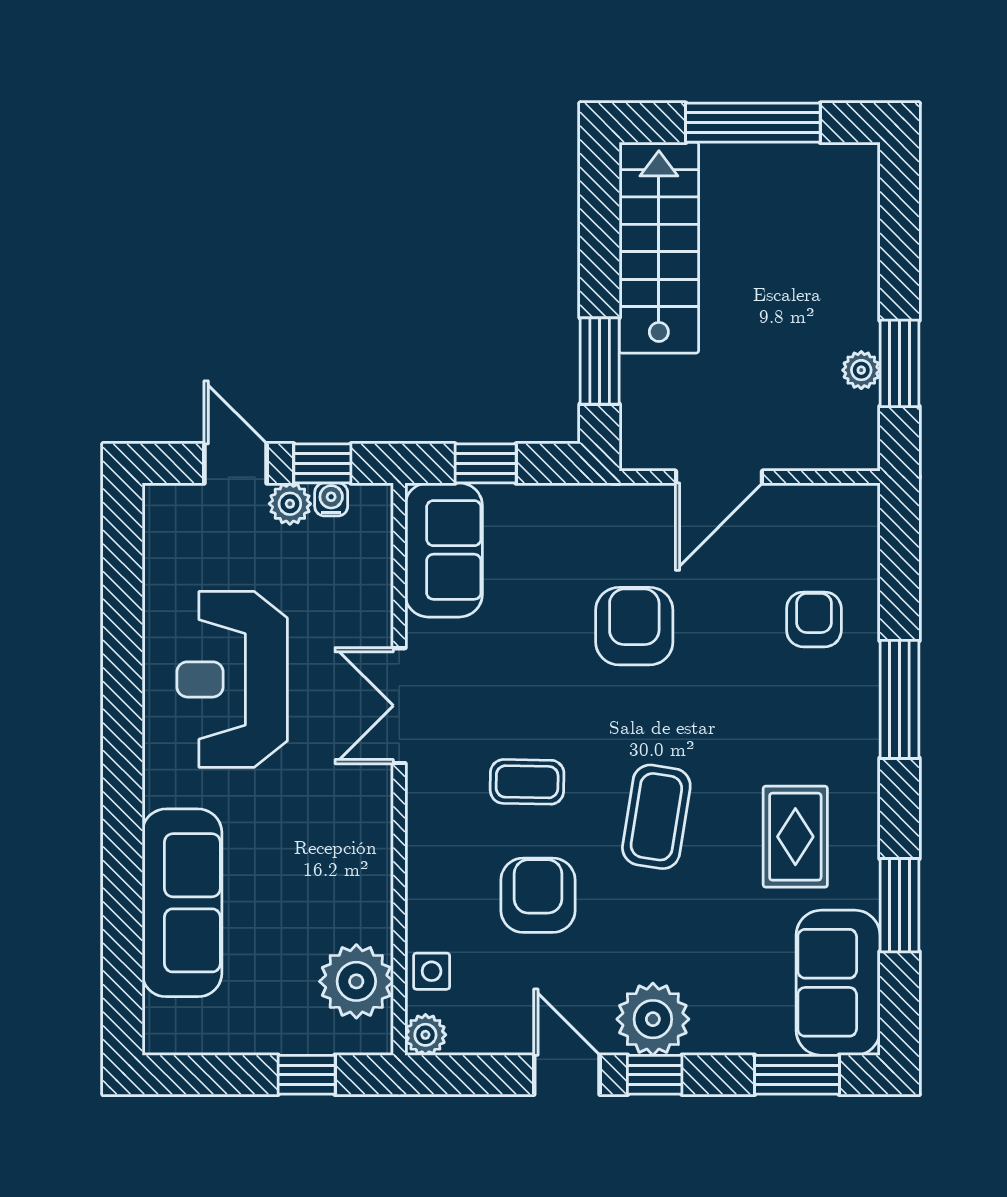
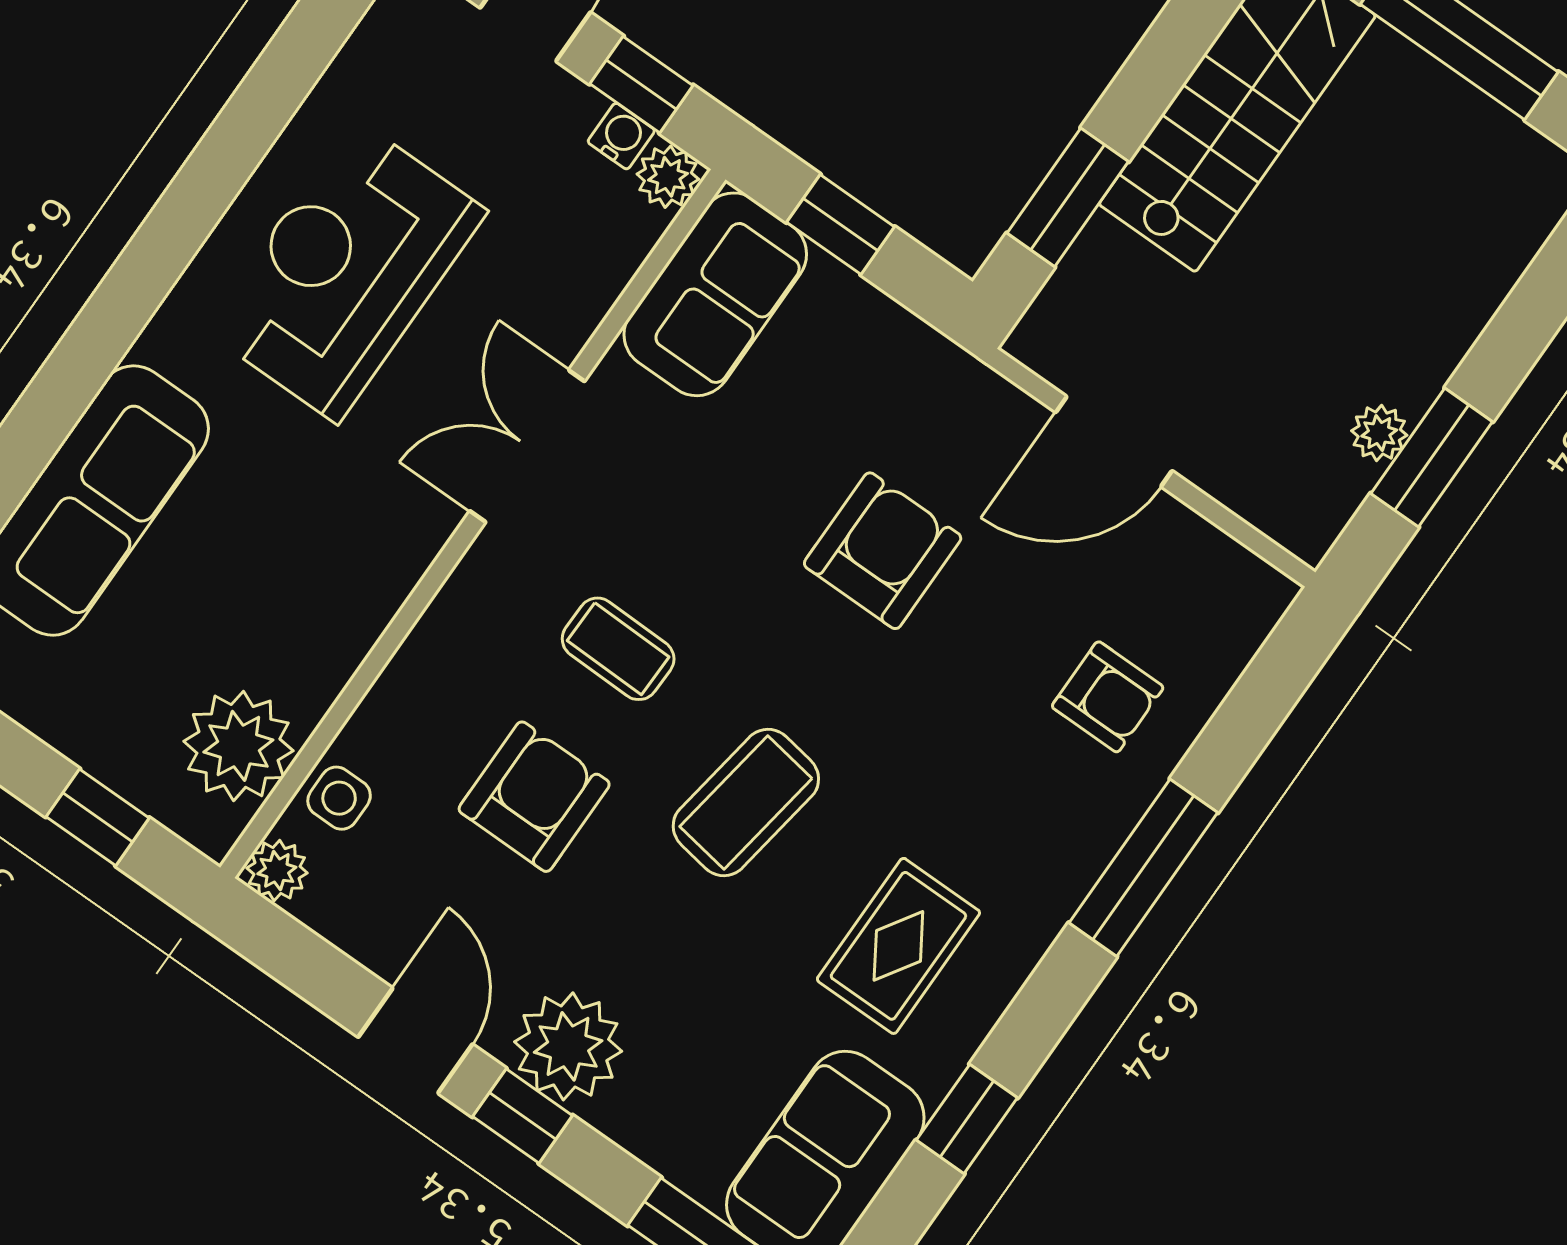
plant: (290, 504) -> (668, 177), moved
armchair: (814, 619) -> (1108, 697), turned 90
window: (899, 905) -> (967, 1119), width x0.67

